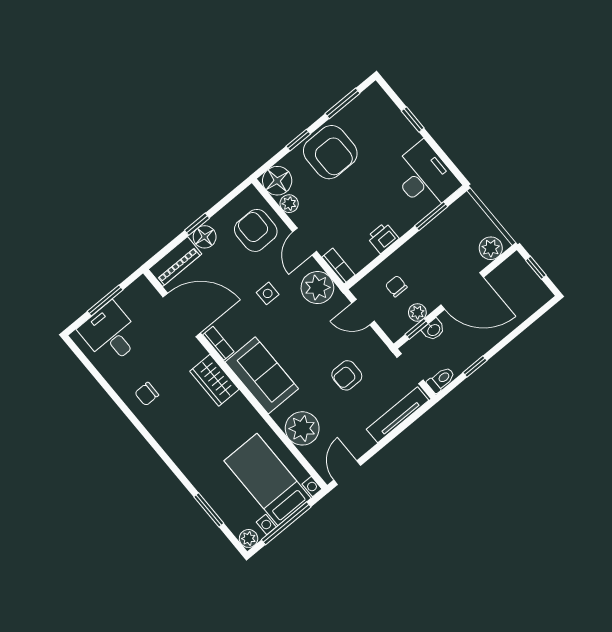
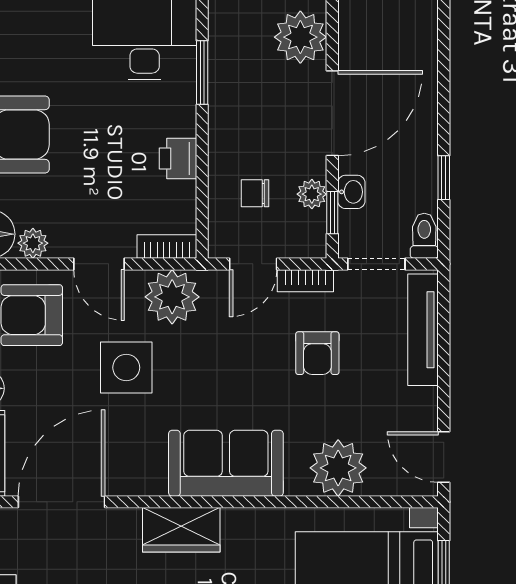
plant: (491, 248) -> (300, 37), width x1.36, depth x1.36
side table: (268, 293) -> (126, 368), width x1.87, depth x1.87
bookcase: (218, 343) -> (305, 281), moved, turned 180

